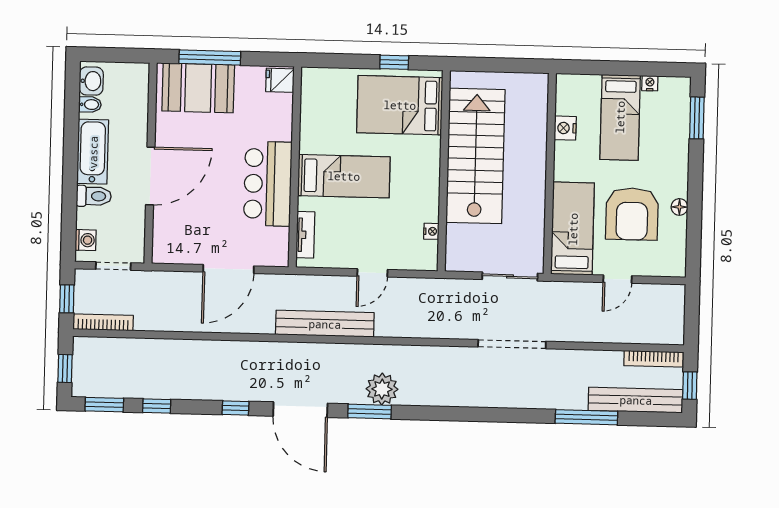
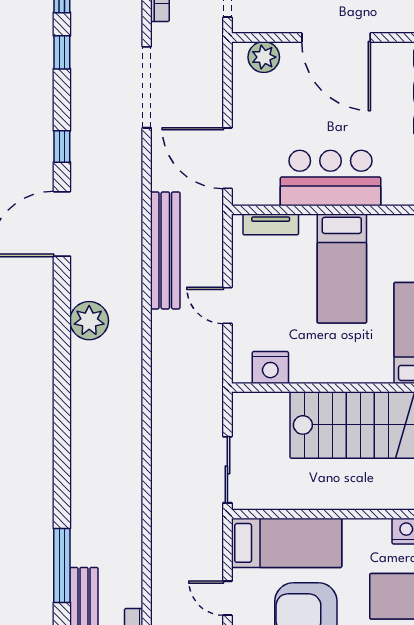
nightstand: (431, 231) -> (270, 367), width x1.89, depth x1.79
plant: (165, 237) -> (264, 57), added
door: (228, 269) -> (227, 158), moved
doorway: (512, 344) -> (147, 87), moved
window: (370, 412) -> (62, 307), removed

